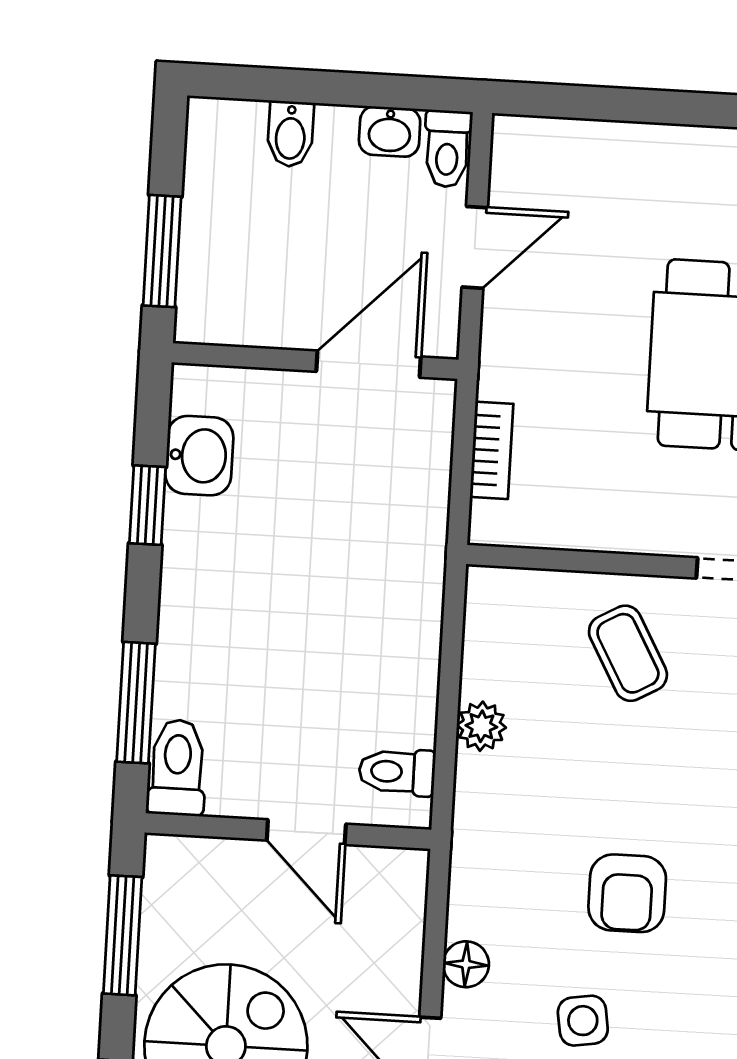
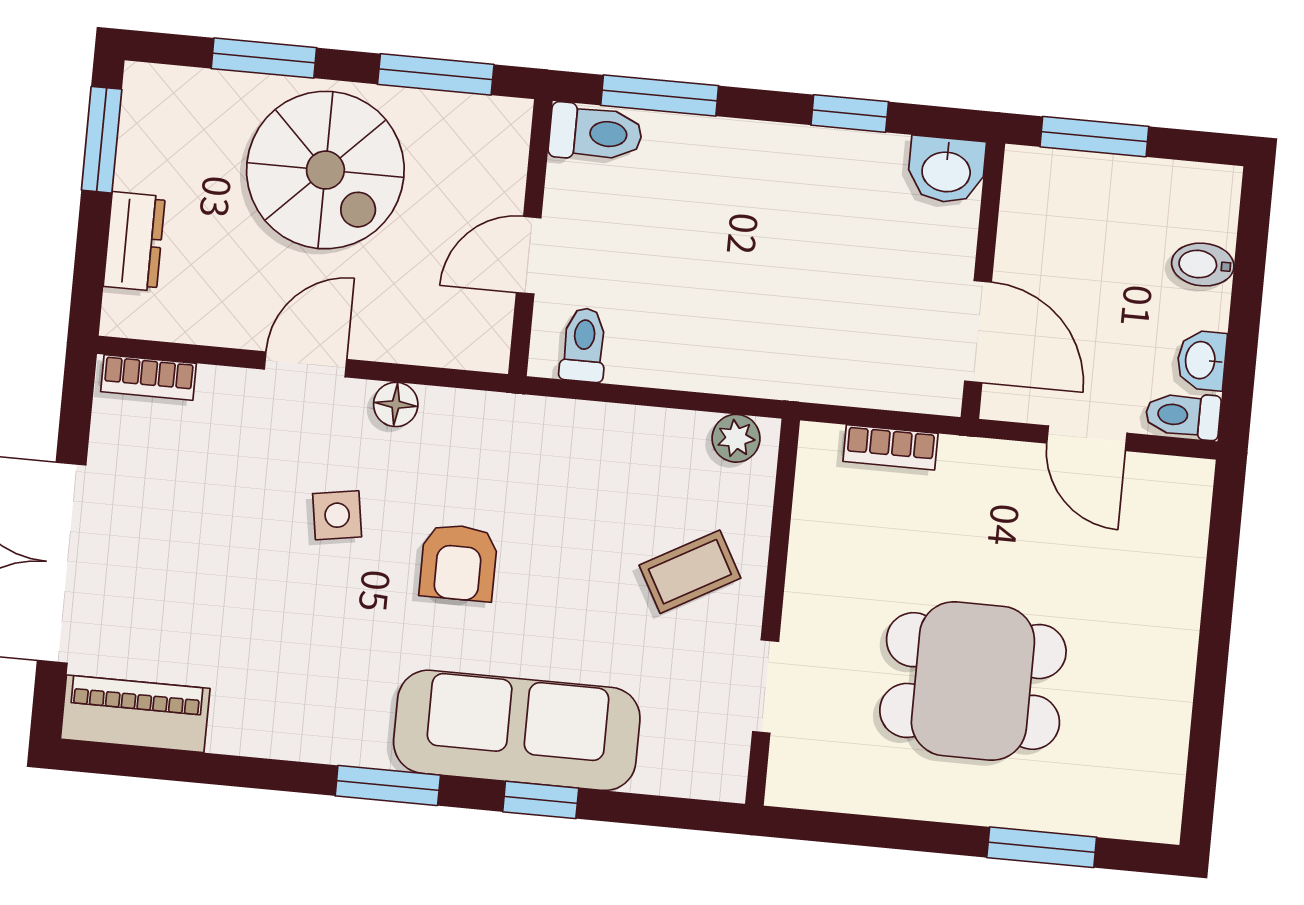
washbasin: (199, 456) -> (946, 170), moved
plant: (481, 726) -> (736, 438), moved
armchair: (627, 893) -> (458, 563), turned -90

